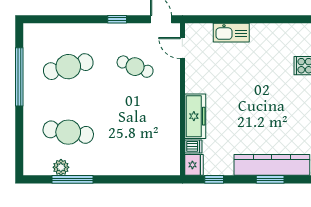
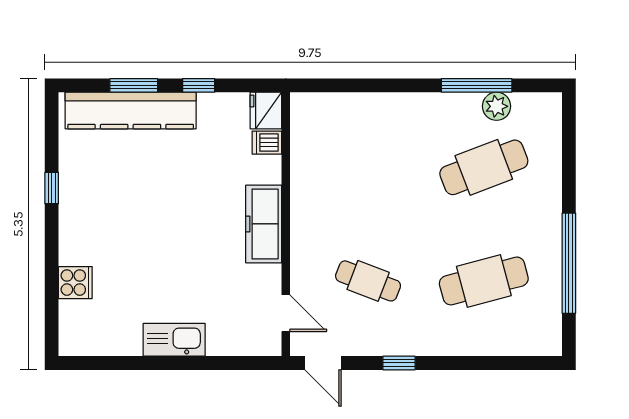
kitchen sink: (231, 33) -> (174, 340), moved
freezer: (195, 116) -> (264, 224), moved
cafe table: (68, 132) -> (484, 167), turned -30
window: (214, 179) -> (199, 85), moved

